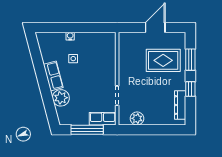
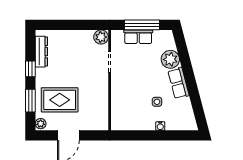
plant: (181, 38) -> (41, 124), added
plant: (137, 118) -> (101, 37), moved
row of seats: (103, 119) -> (138, 37), moved

